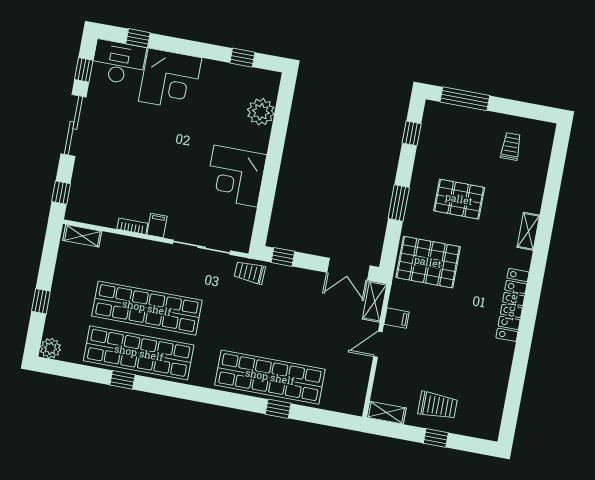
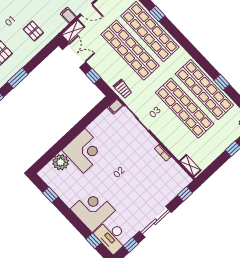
corner desk: (236, 176) -> (84, 151), moved
window: (399, 203) -> (18, 78), moved
filing cabinet: (157, 226) -> (115, 106), moved
window: (283, 257) -> (93, 76), moved
pallet: (428, 262) -> (33, 31), width x0.49, depth x0.50
shop shelf: (278, 332) -> (130, 50), added

